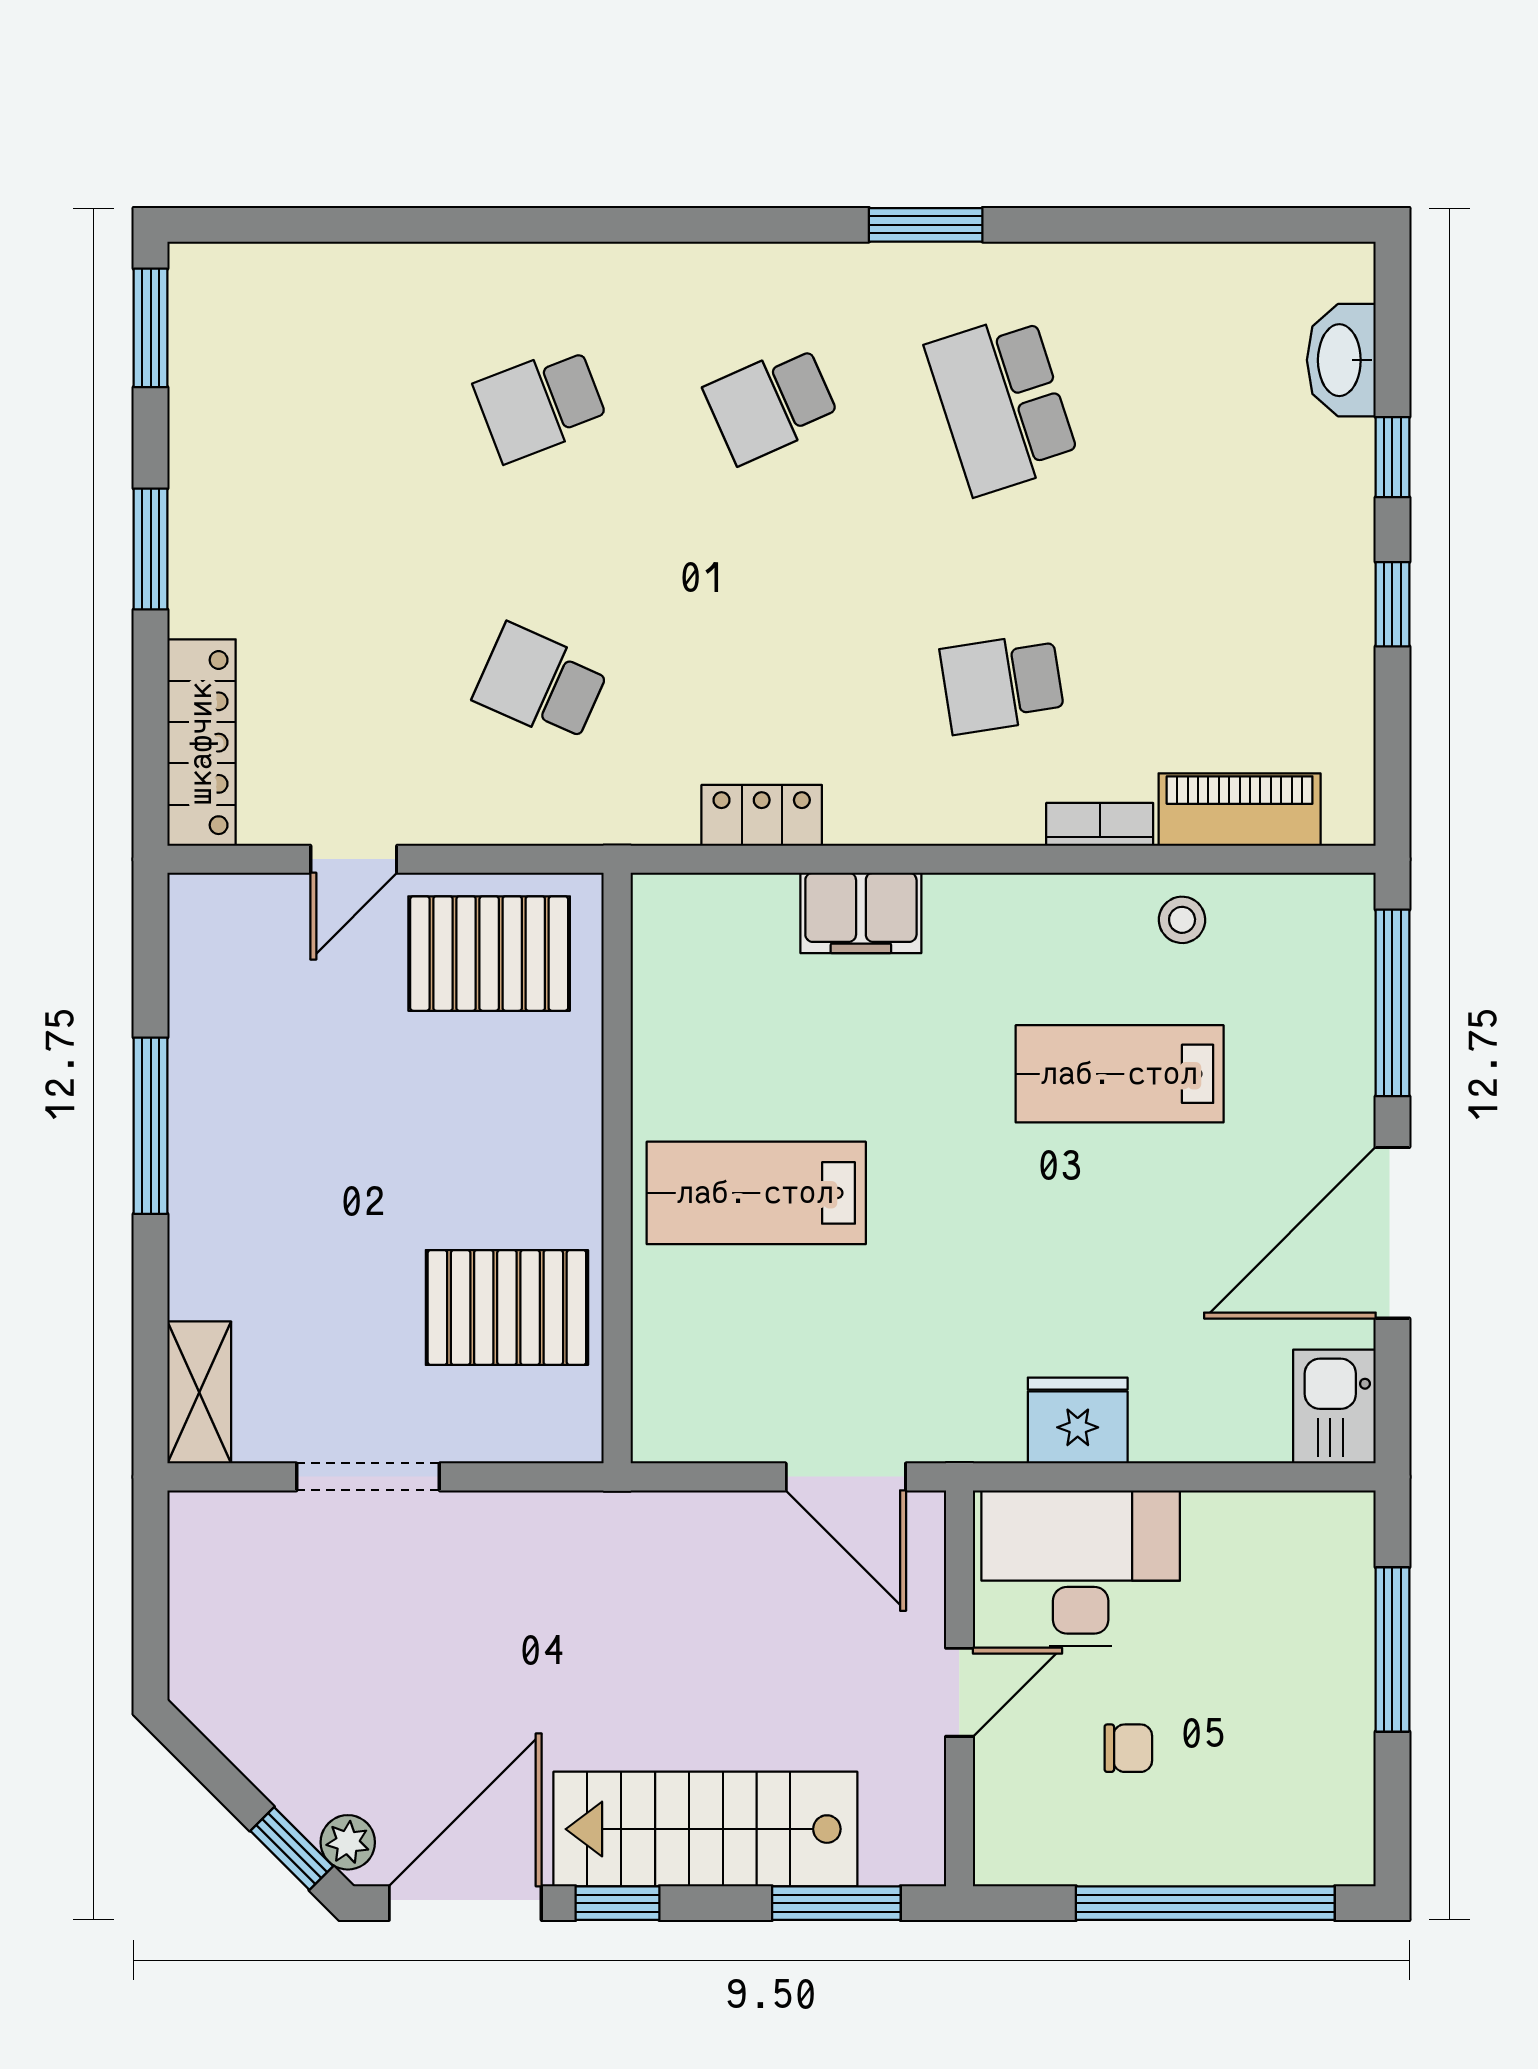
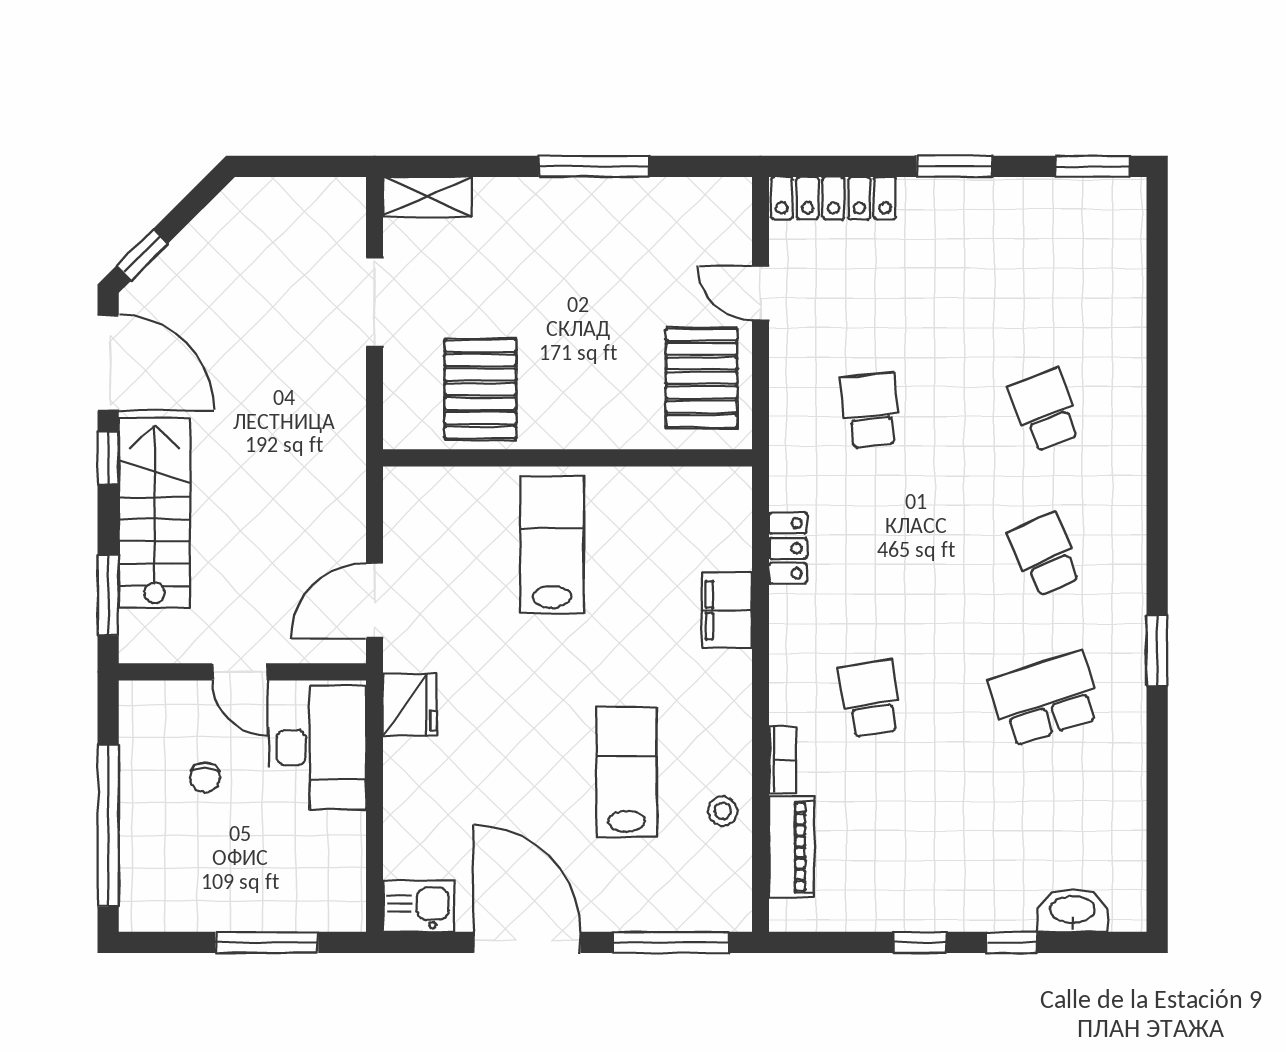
school desk: (541, 683) -> (870, 410), turned -30
fridge: (1078, 1420) -> (410, 705), moved
plant: (348, 1842) -> (146, 290), removed

